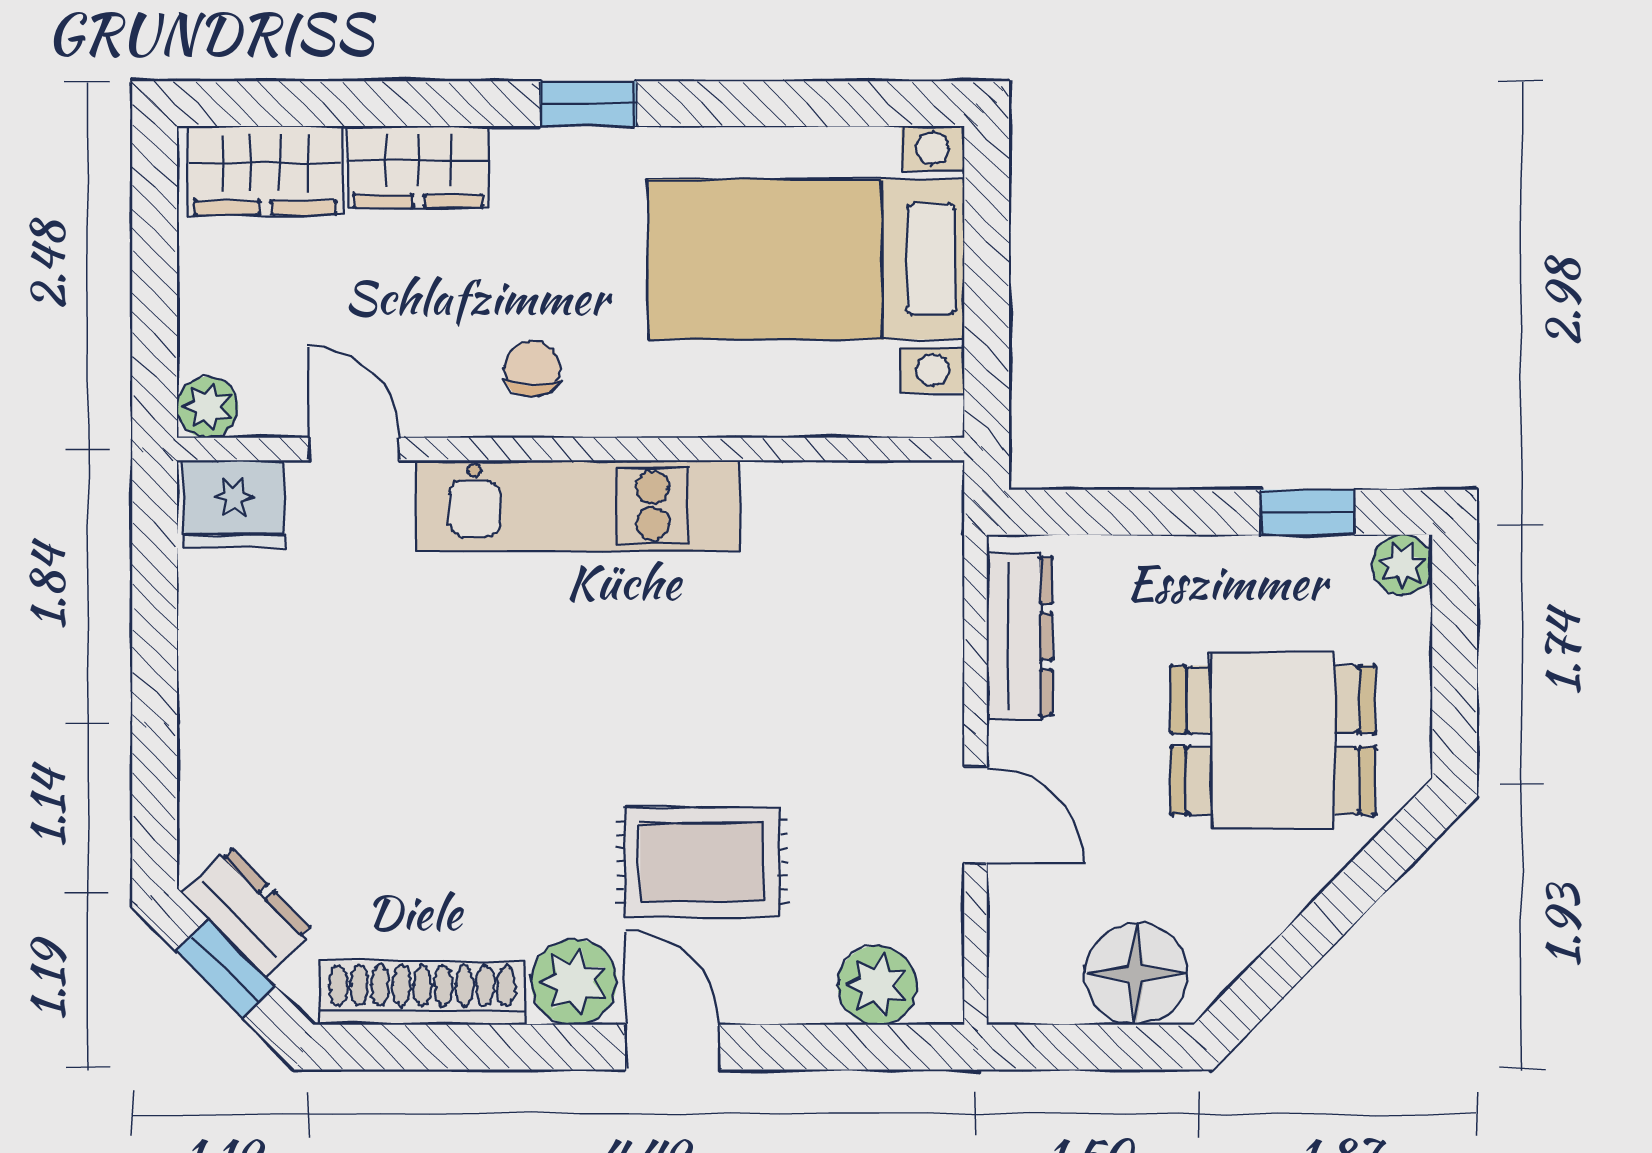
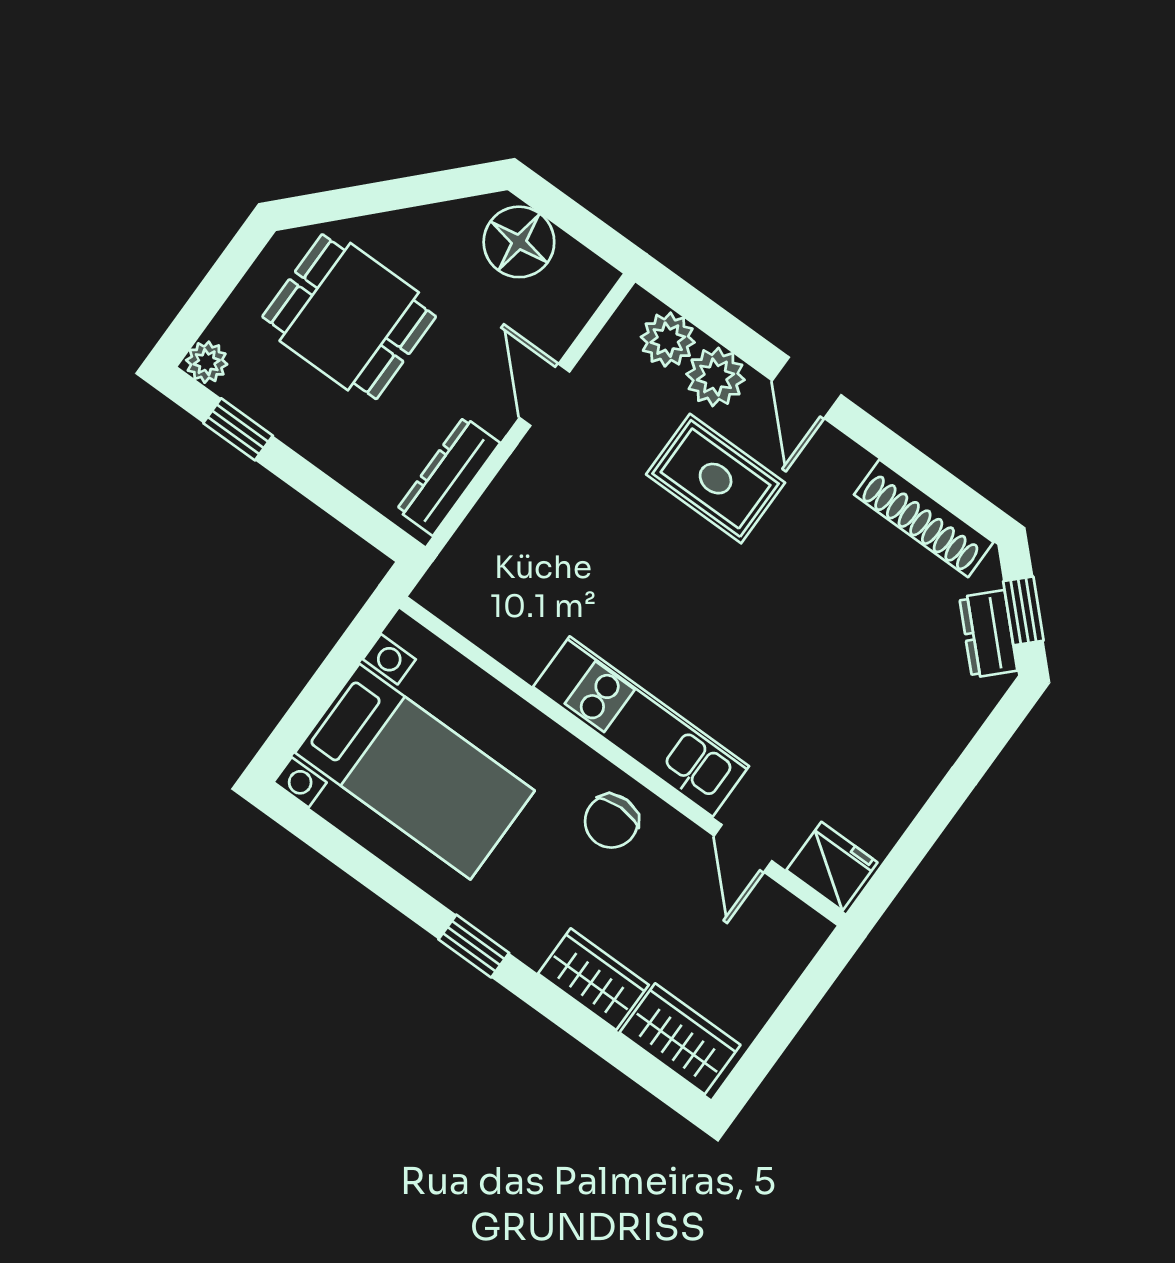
chair: (532, 369) -> (611, 821), width x1.37, depth x1.37
plant: (208, 407) -> (807, 930), removed
plant: (574, 982) -> (716, 377), moved

